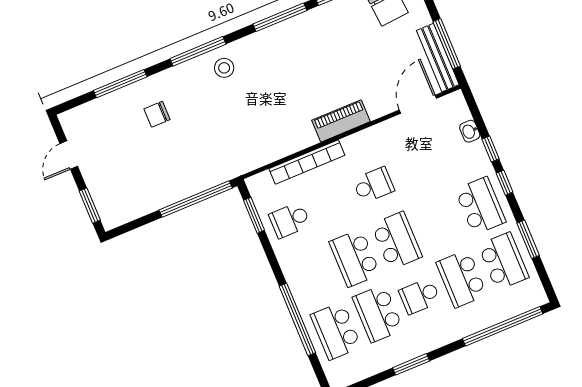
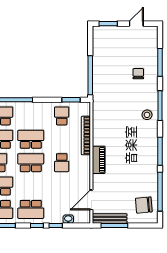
door: (418, 104) -> (91, 200), swing flipped
door: (69, 155) -> (136, 24), hinge flipped
school desk: (397, 241) -> (31, 163), turned 180

